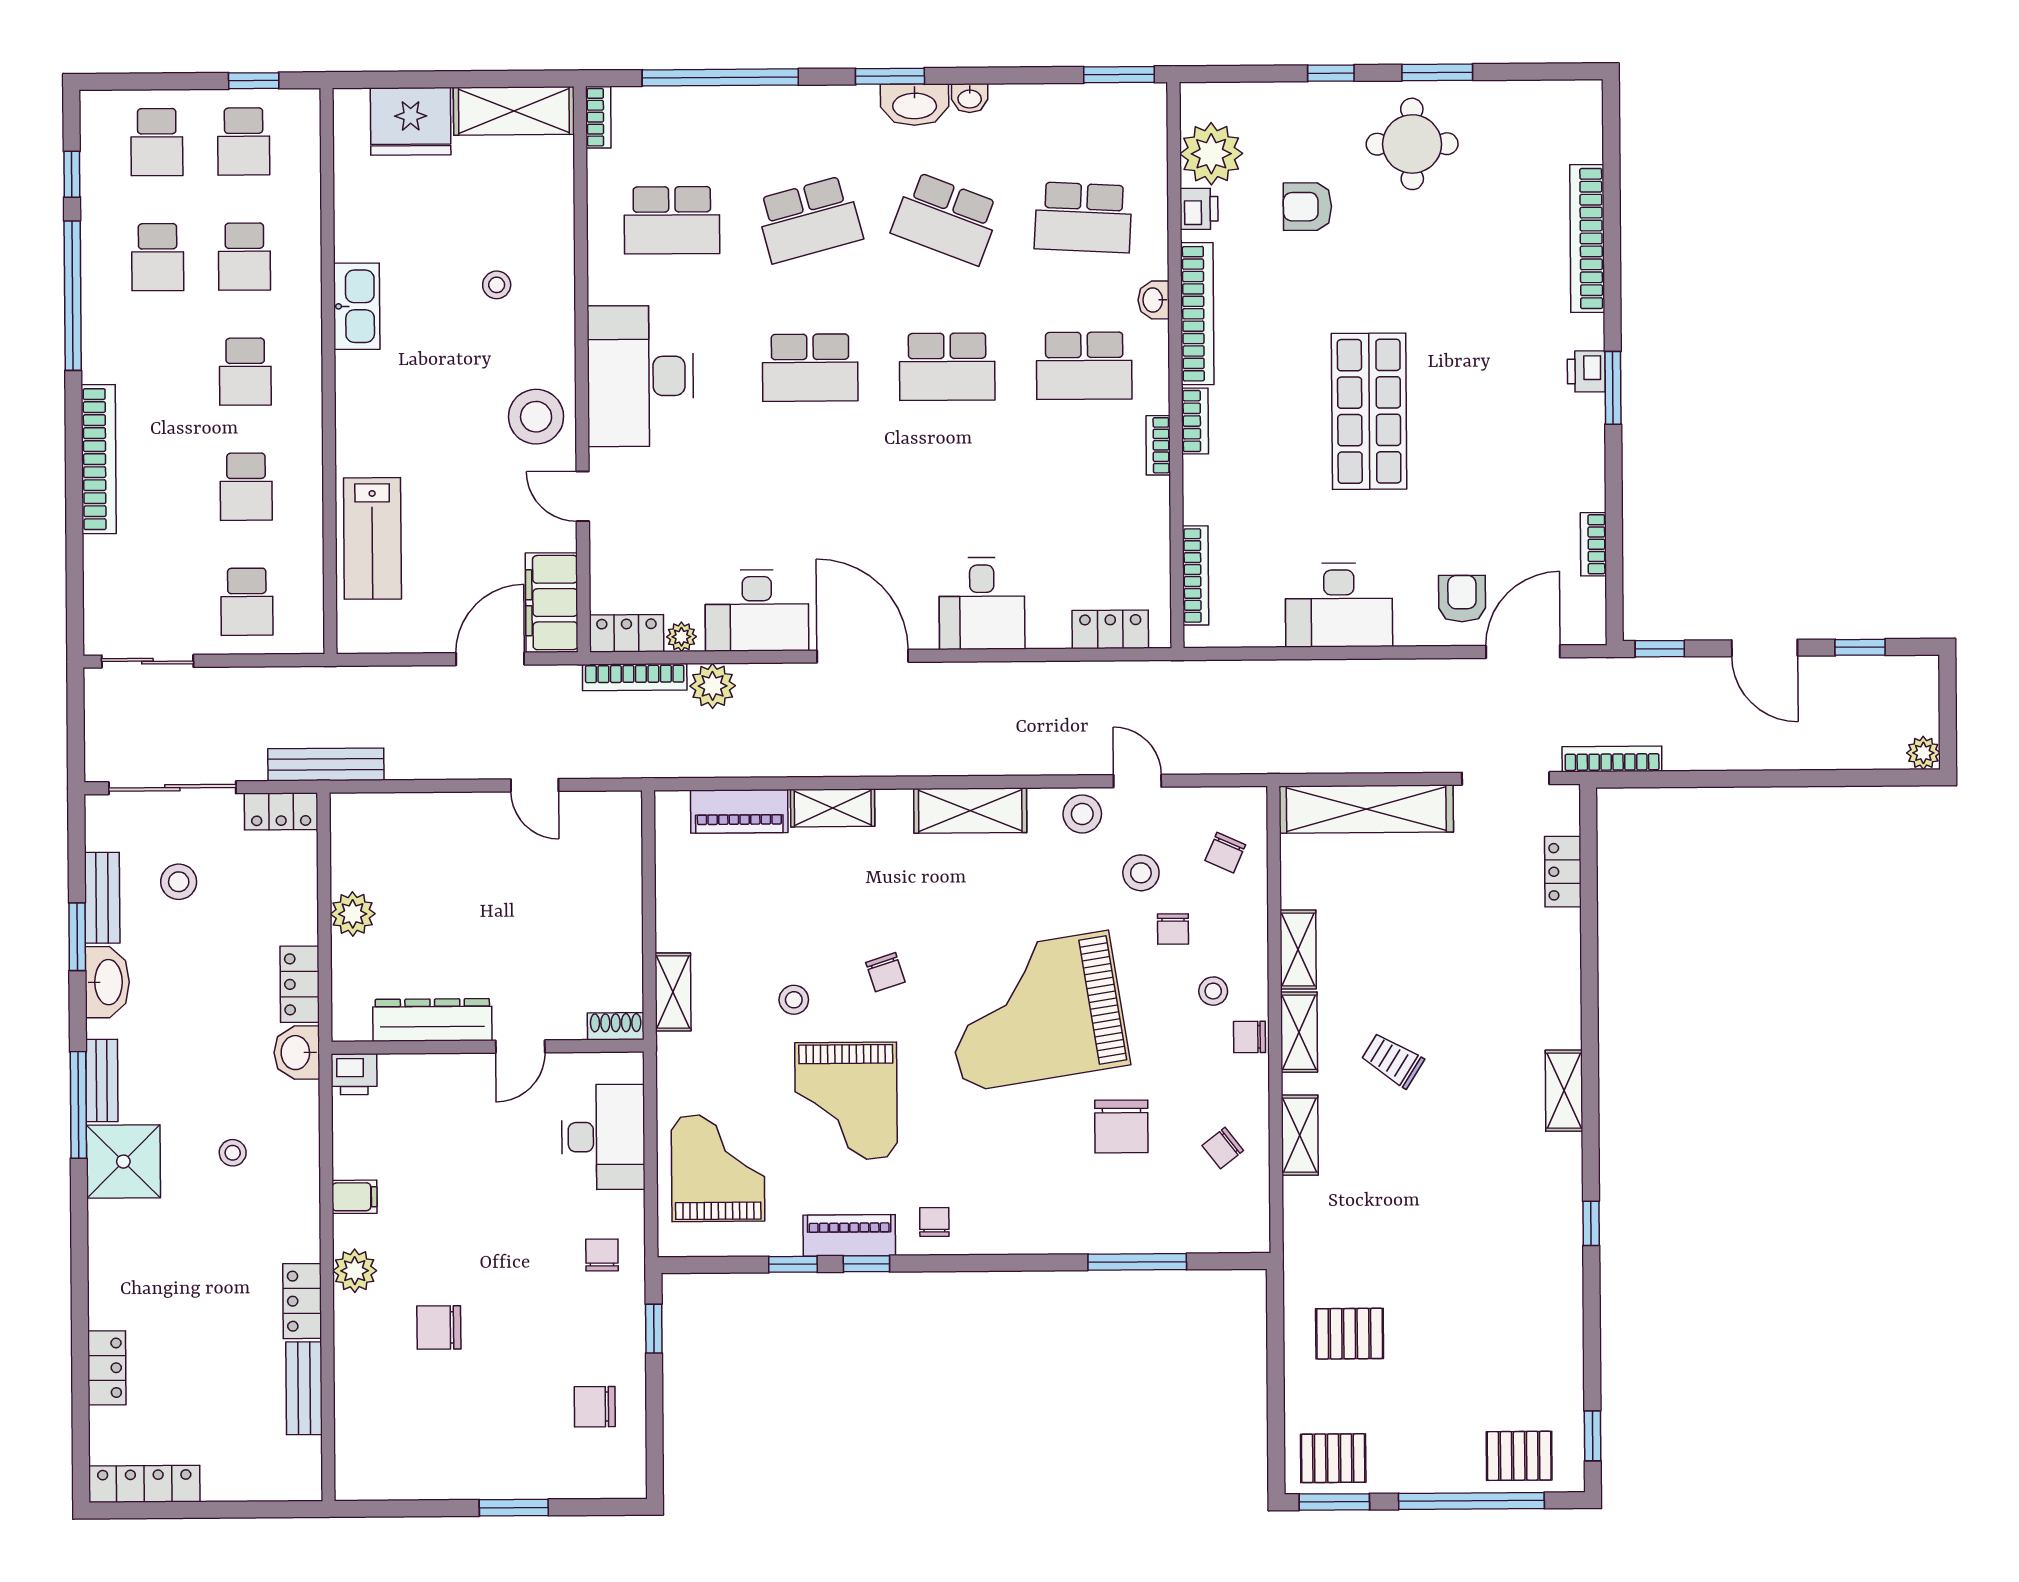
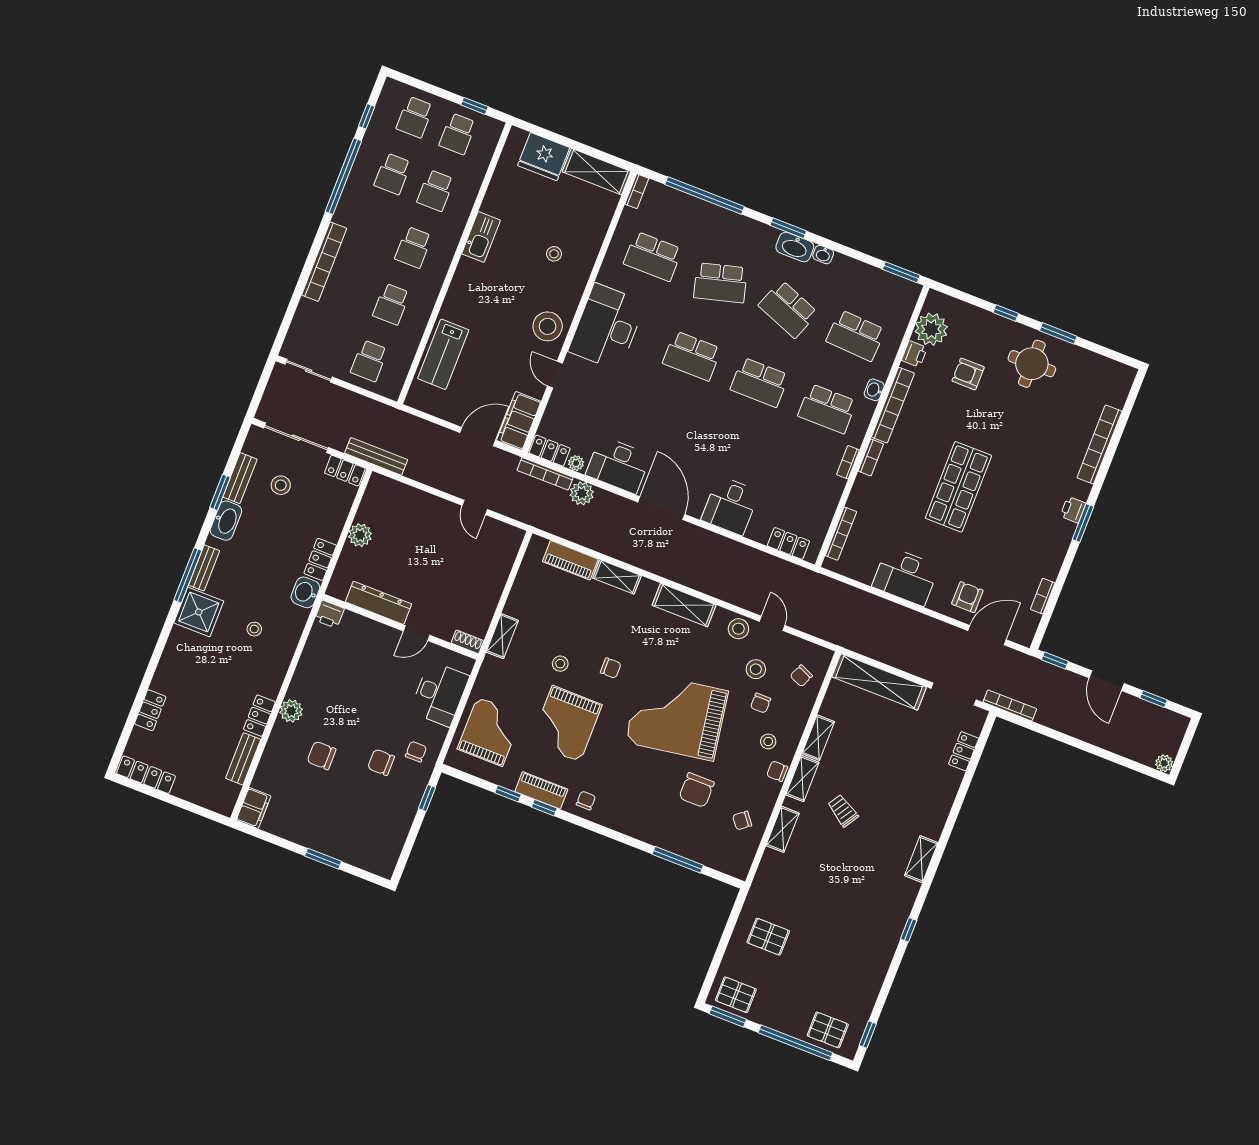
chair: (885, 972) -> (611, 668), turned -72
filing cabinet: (355, 1197) -> (254, 808), moved, width x2.00
chair: (595, 1407) -> (381, 762), moved

